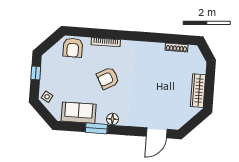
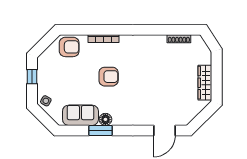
armchair: (73, 48) -> (69, 47), turned -90
armchair: (108, 78) -> (109, 77), turned -151
floor lamp: (112, 119) -> (105, 119), moved

